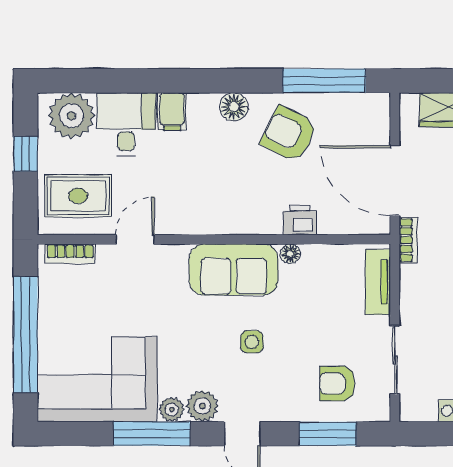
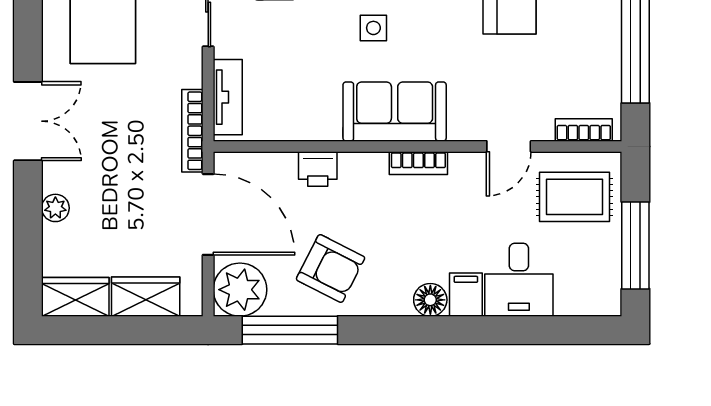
floor lamp: (234, 107) -> (430, 300), moved
plant: (71, 116) -> (240, 290), moved
window: (26, 154) -> (635, 245), width x2.17
bookcase: (213, 225) -> (418, 163), added
bookcase: (408, 240) -> (192, 131), width x1.56
floor lamp: (290, 254) -> (329, 130), removed

